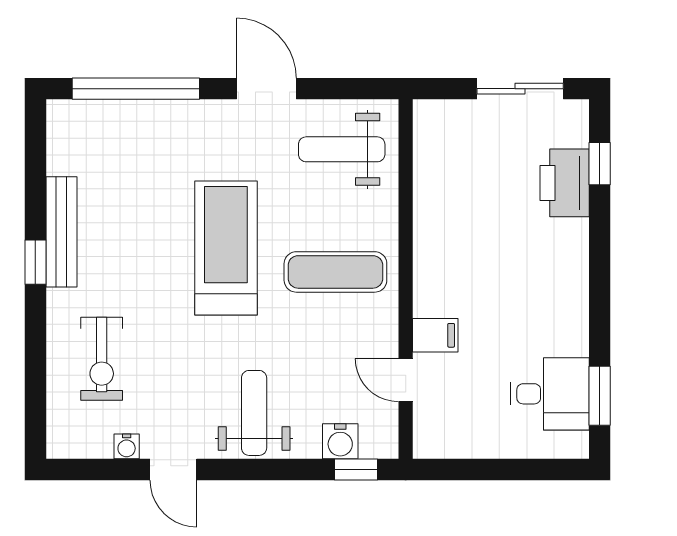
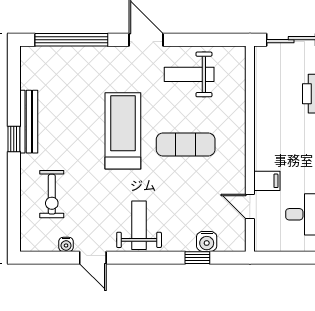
wall: (406, 279) -> (250, 149), moved
filing cabinet: (435, 335) -> (267, 181), moved
door: (406, 380) -> (250, 206), moved
water cooler: (340, 441) -> (207, 241), moved

